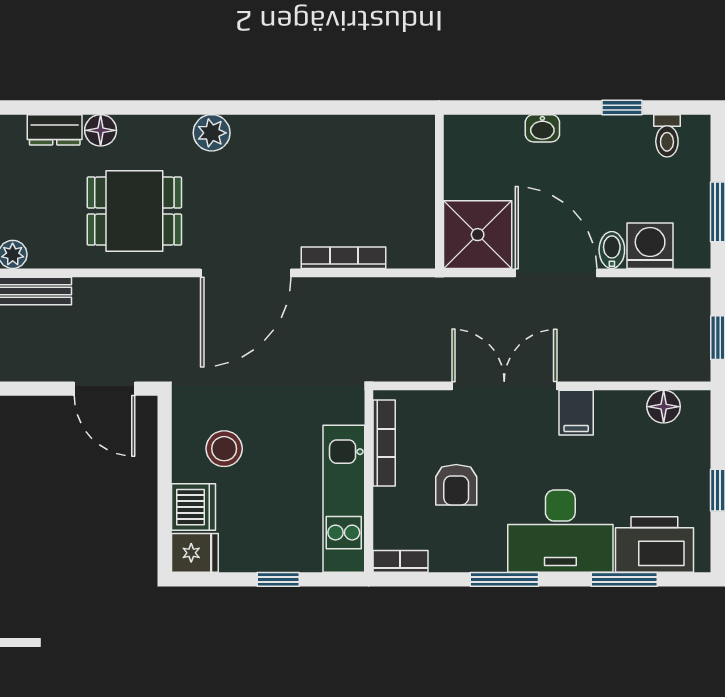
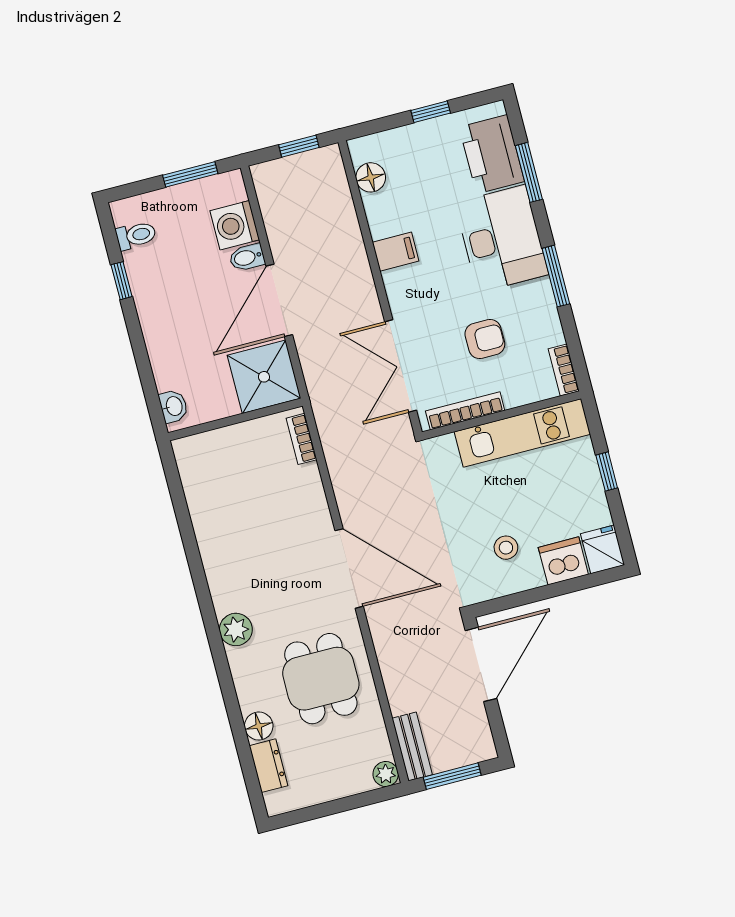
washbasin: (542, 128) -> (174, 406), moved
bookcase: (344, 258) -> (301, 439), moved, width x0.64
double door: (504, 386) -> (401, 366), moved
door: (104, 389) -> (481, 664), width x1.36
stool: (224, 449) -> (506, 548), width x0.73, depth x0.73

